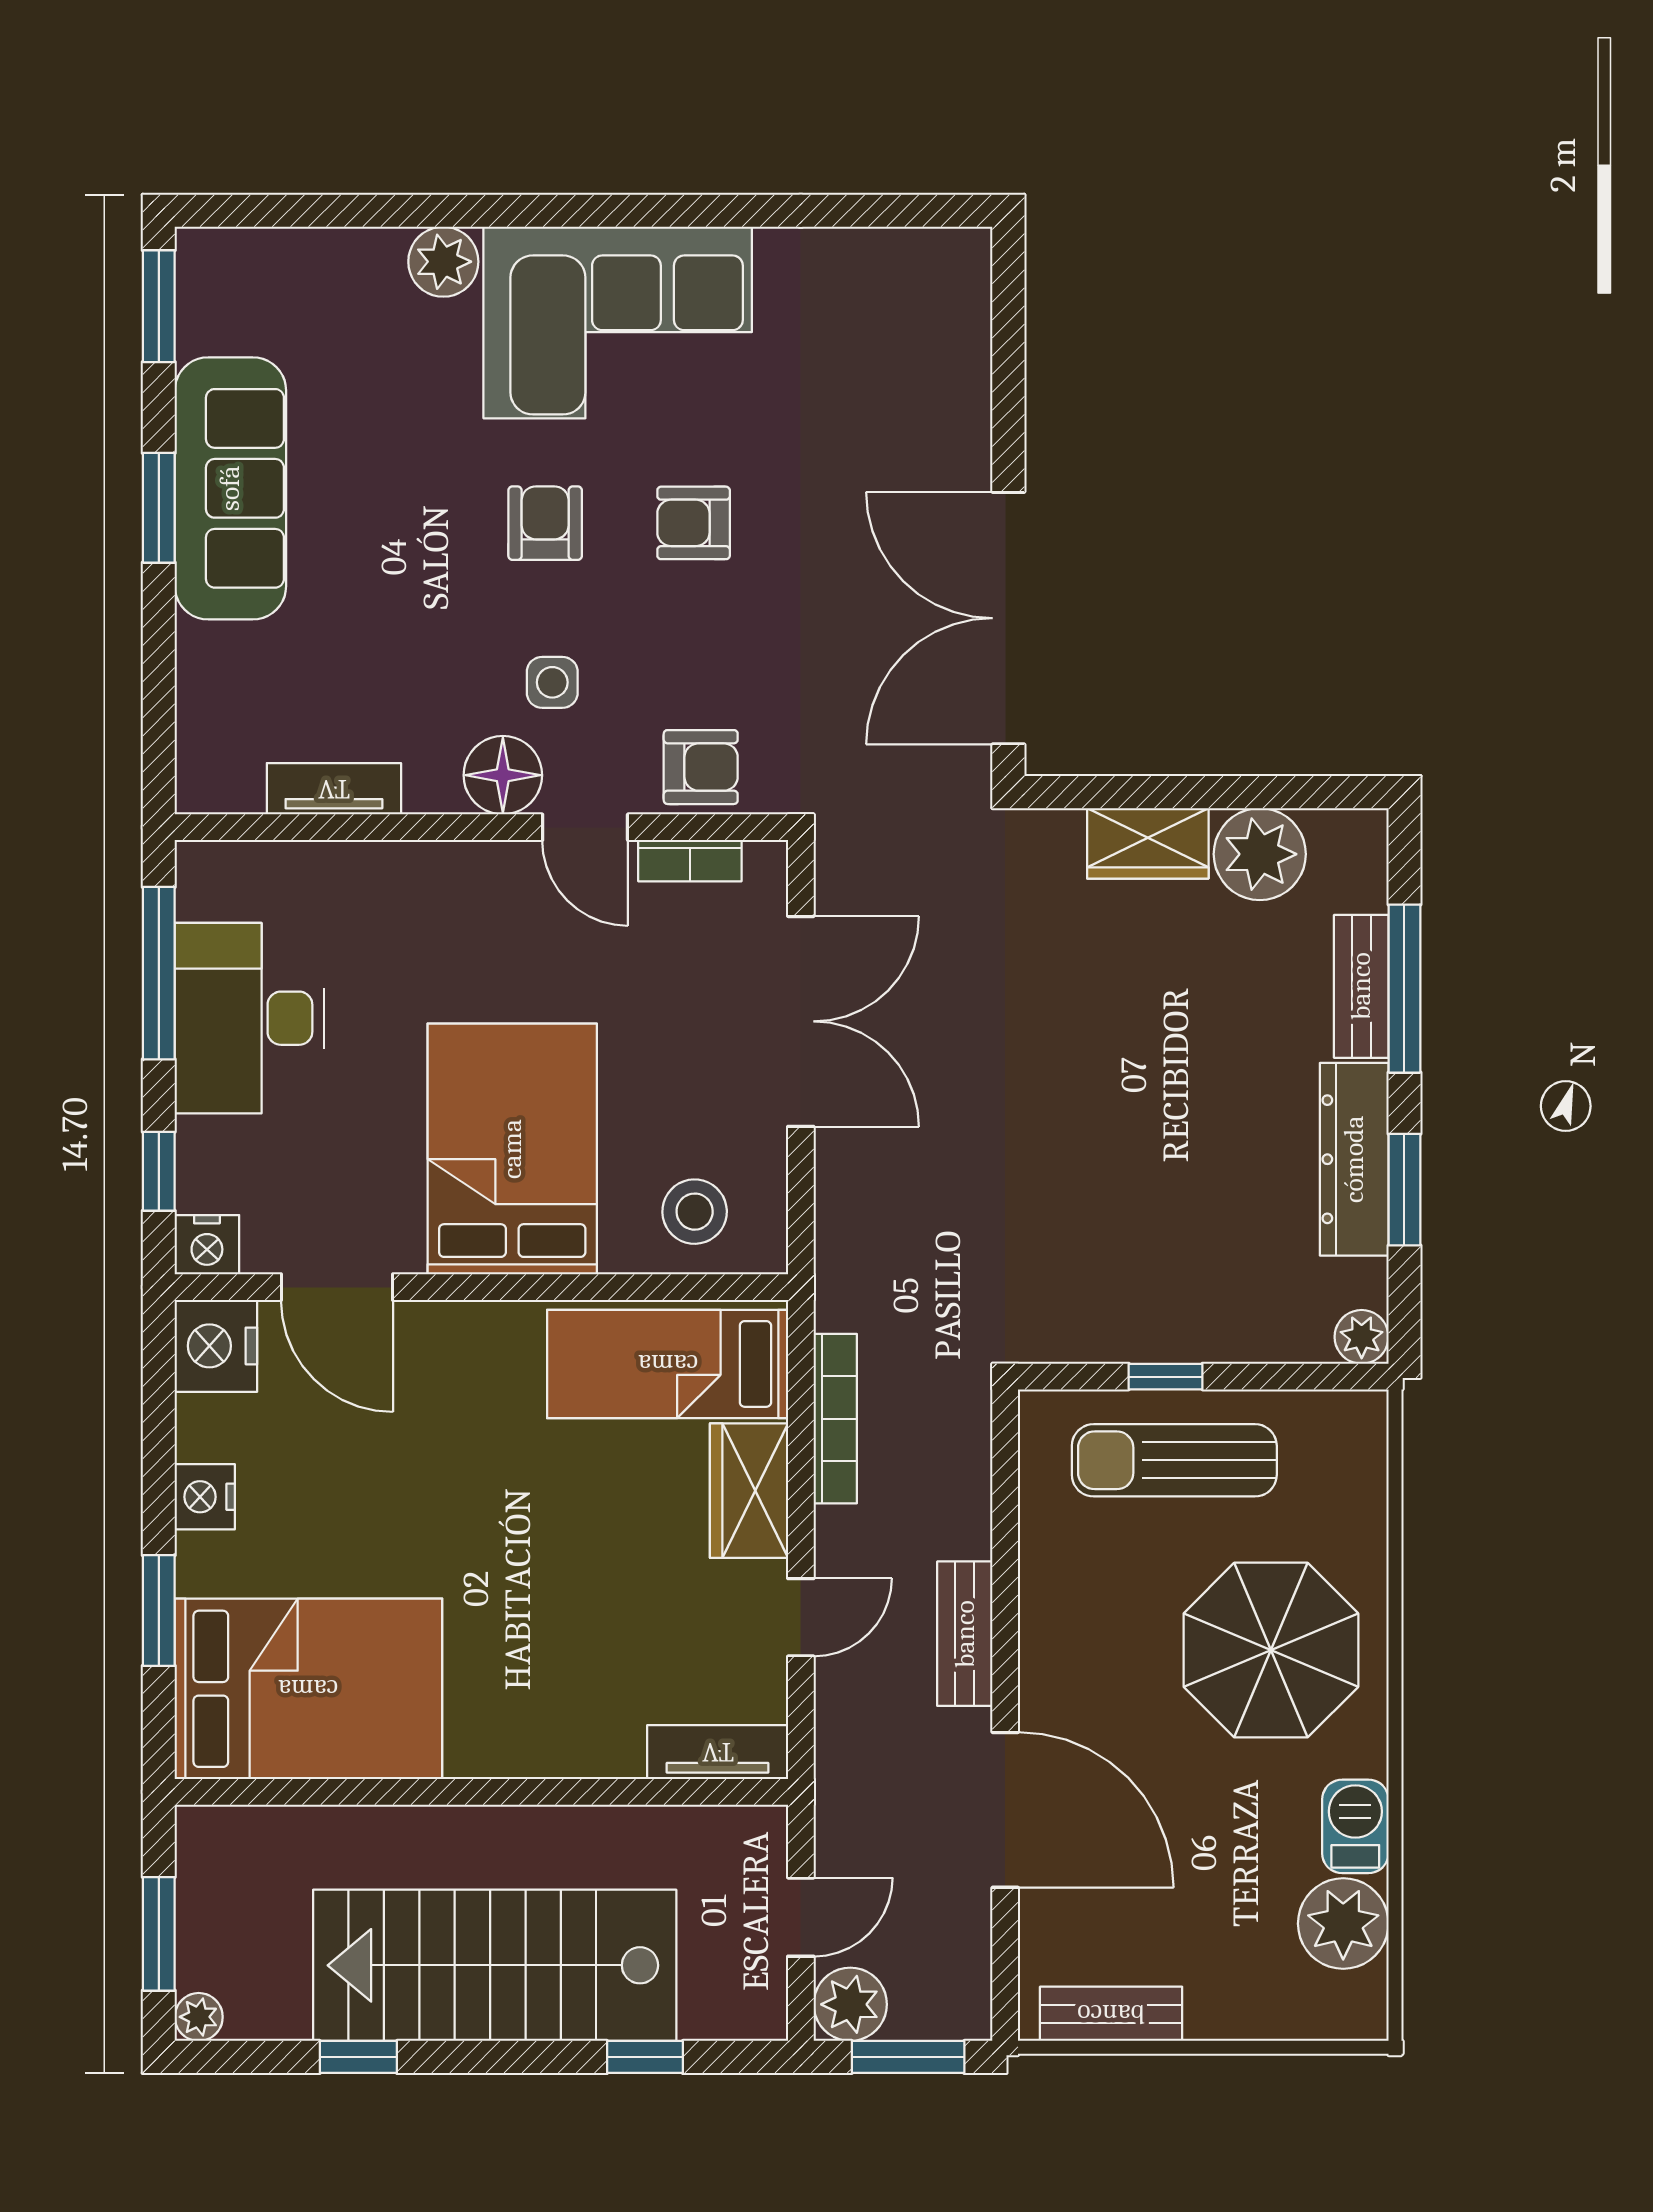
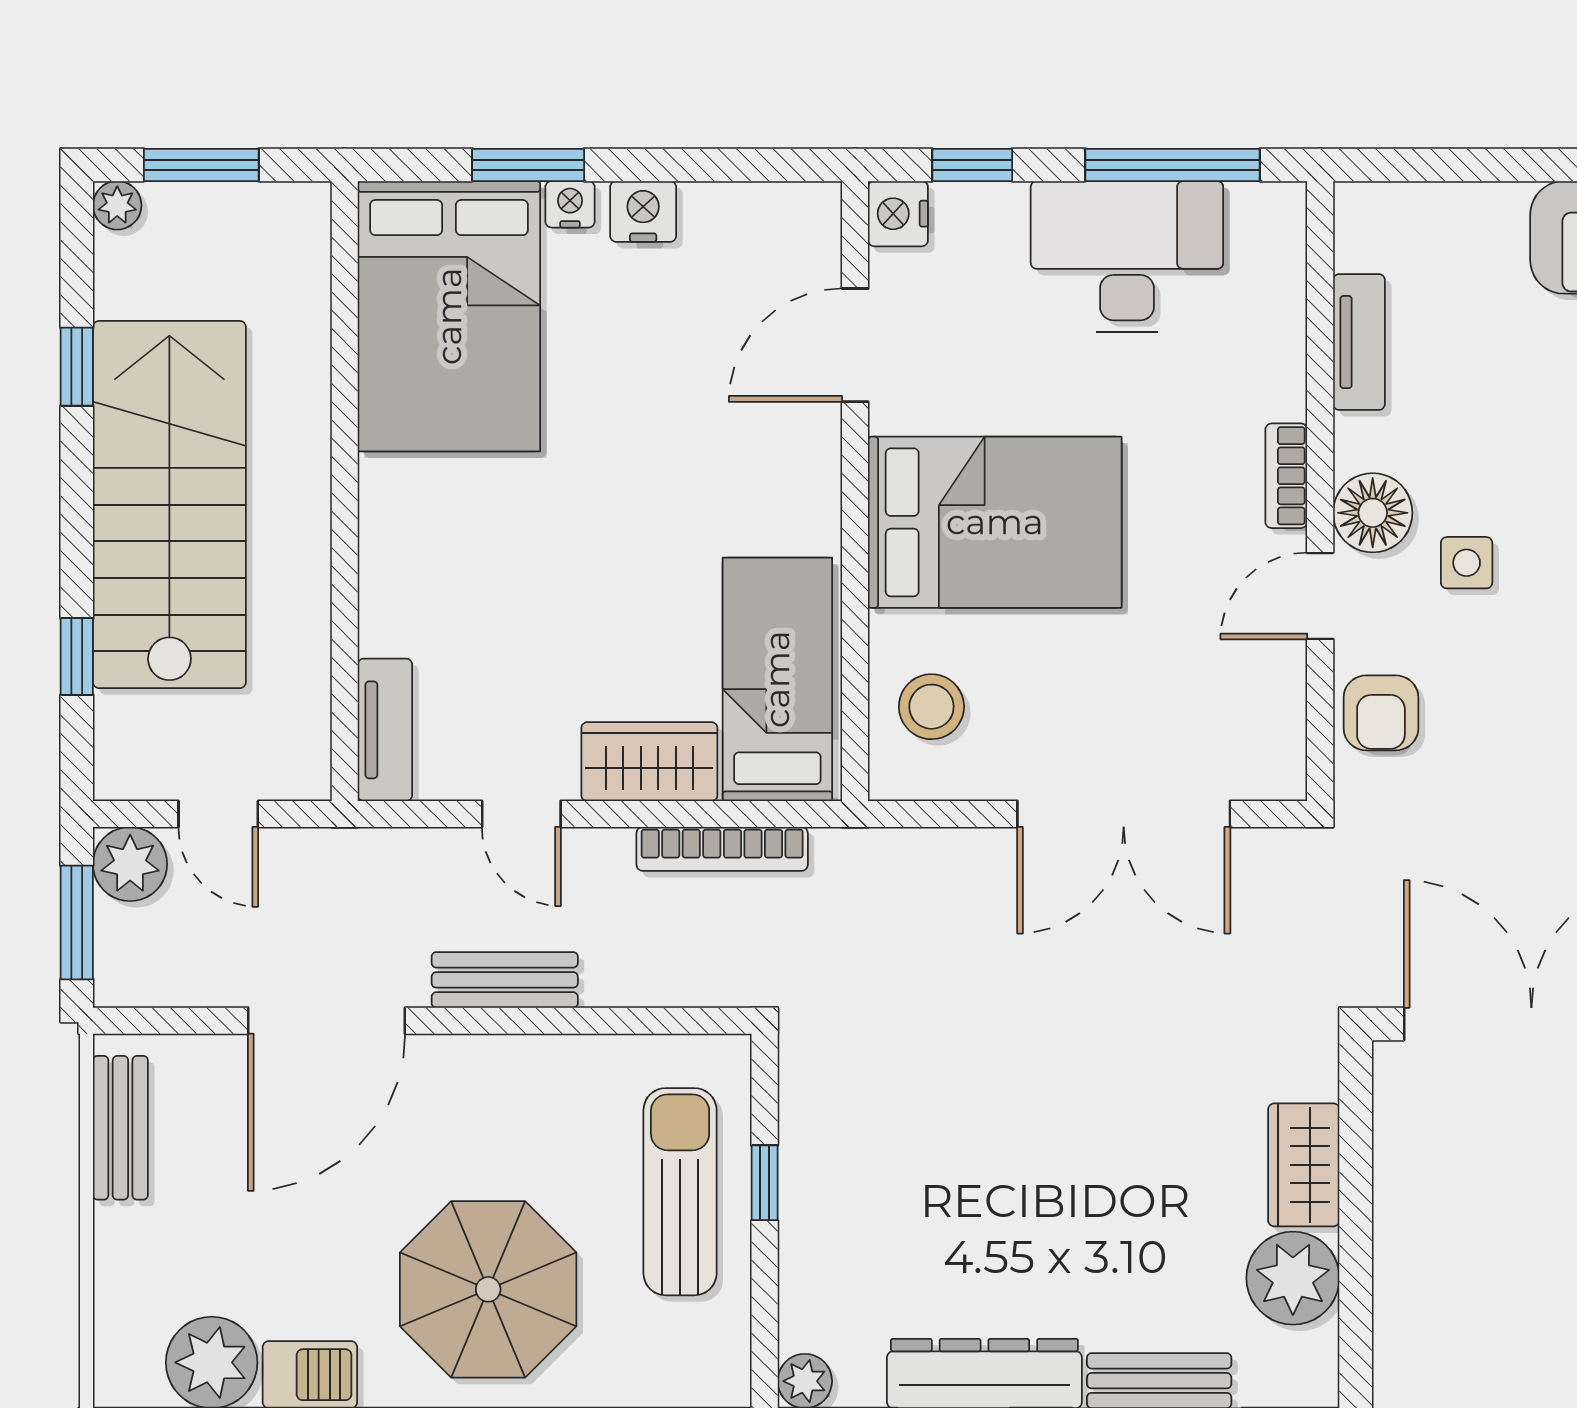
bookcase: (690, 861) -> (1286, 476), moved
nightstand: (216, 1346) -> (570, 204), moved, width x0.53, depth x0.56

